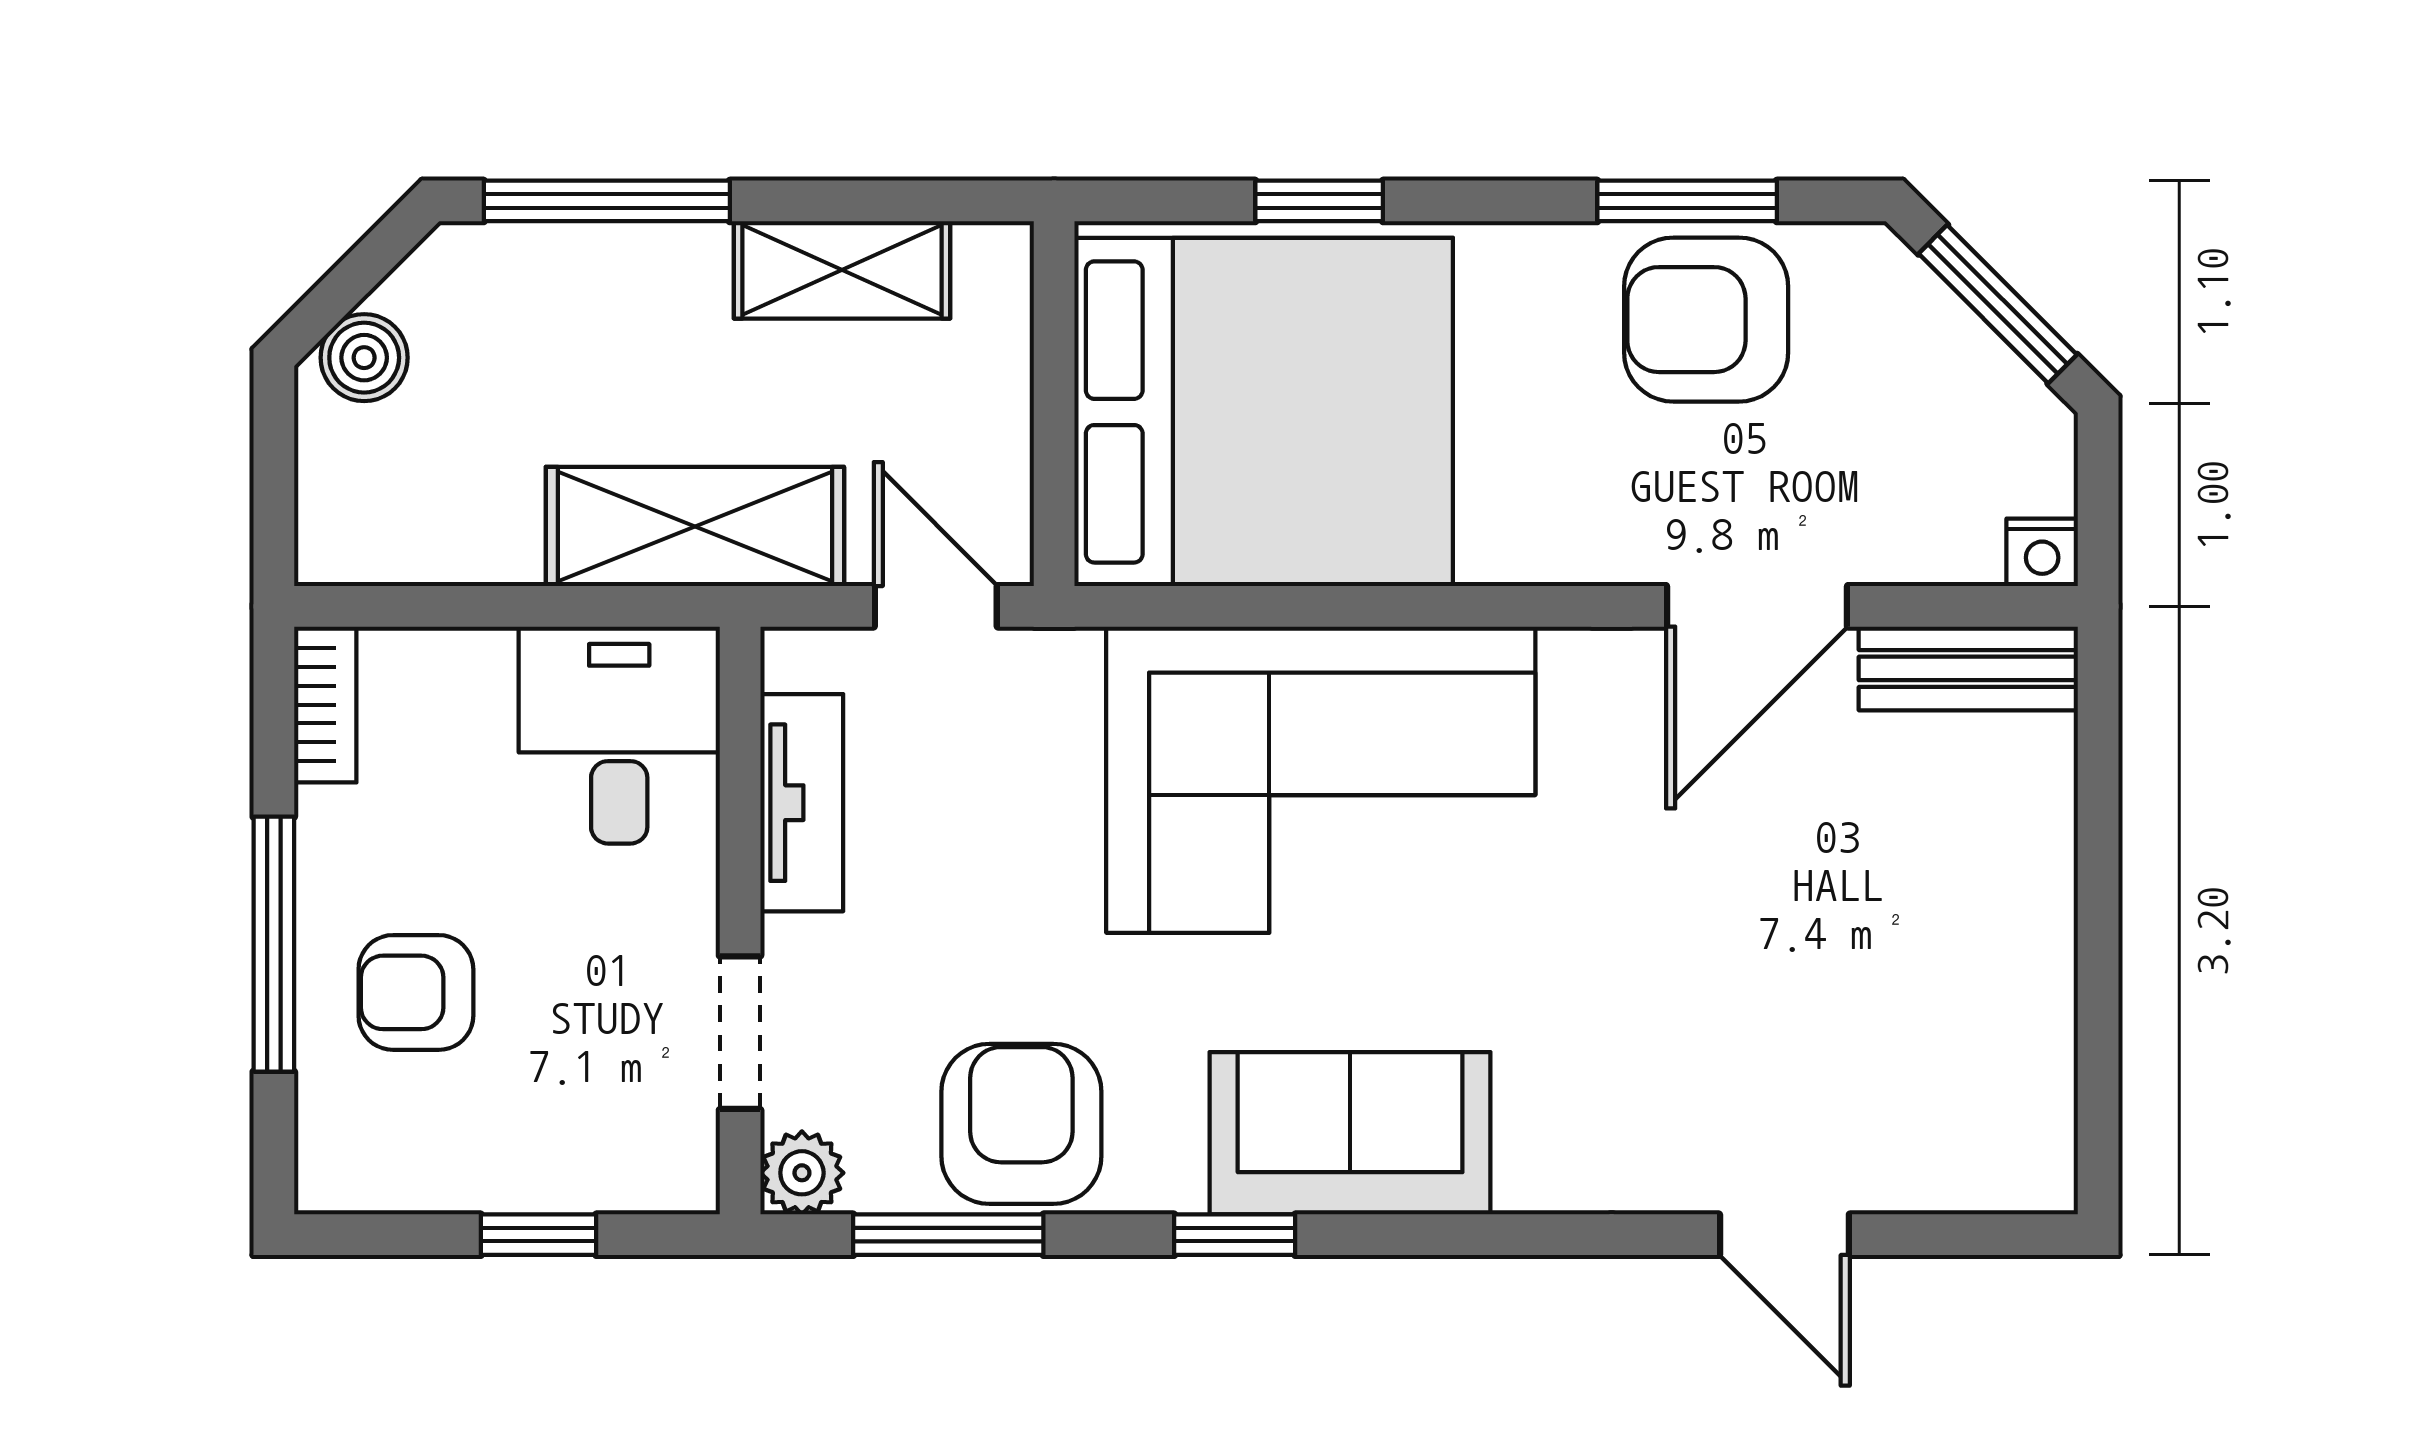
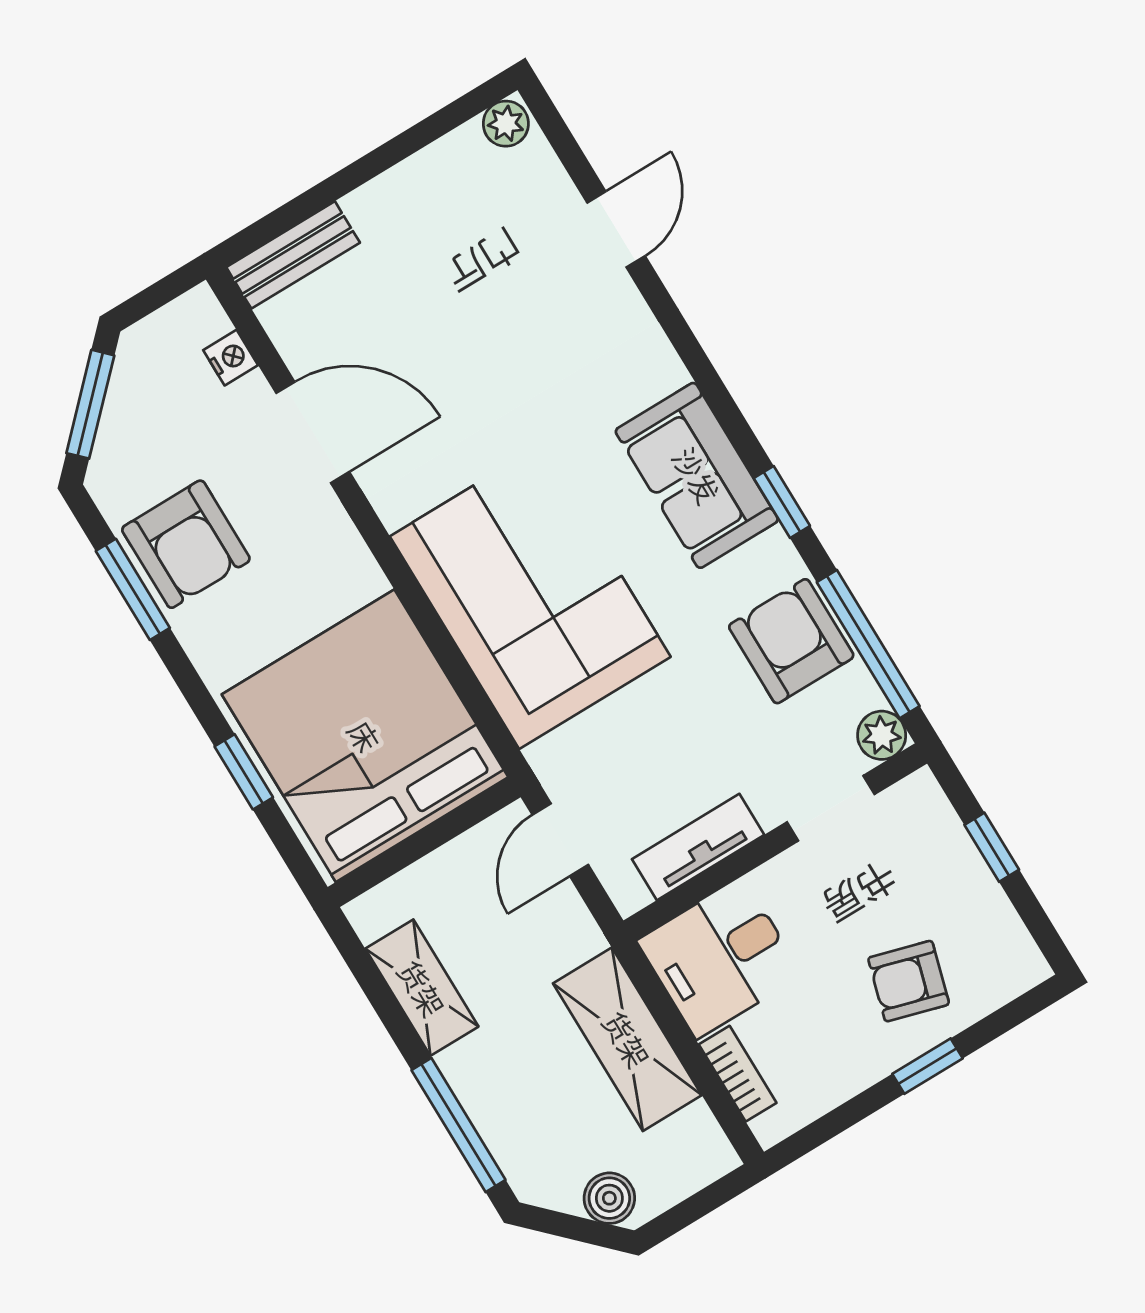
shelving: (695, 526) -> (627, 1039), moved
nightstand: (2042, 552) -> (231, 358), moved
bench: (1968, 668) -> (293, 255), moved, turned 90
bookcase: (325, 705) -> (738, 1074), moved, turned 90
window: (274, 944) -> (927, 1066), width x0.46
armchair: (416, 992) -> (909, 981), turned 106
armchair: (1021, 1124) -> (791, 641), turned 90
plant: (2039, 1167) -> (506, 124), added
window: (948, 1235) -> (868, 644), width x1.44

